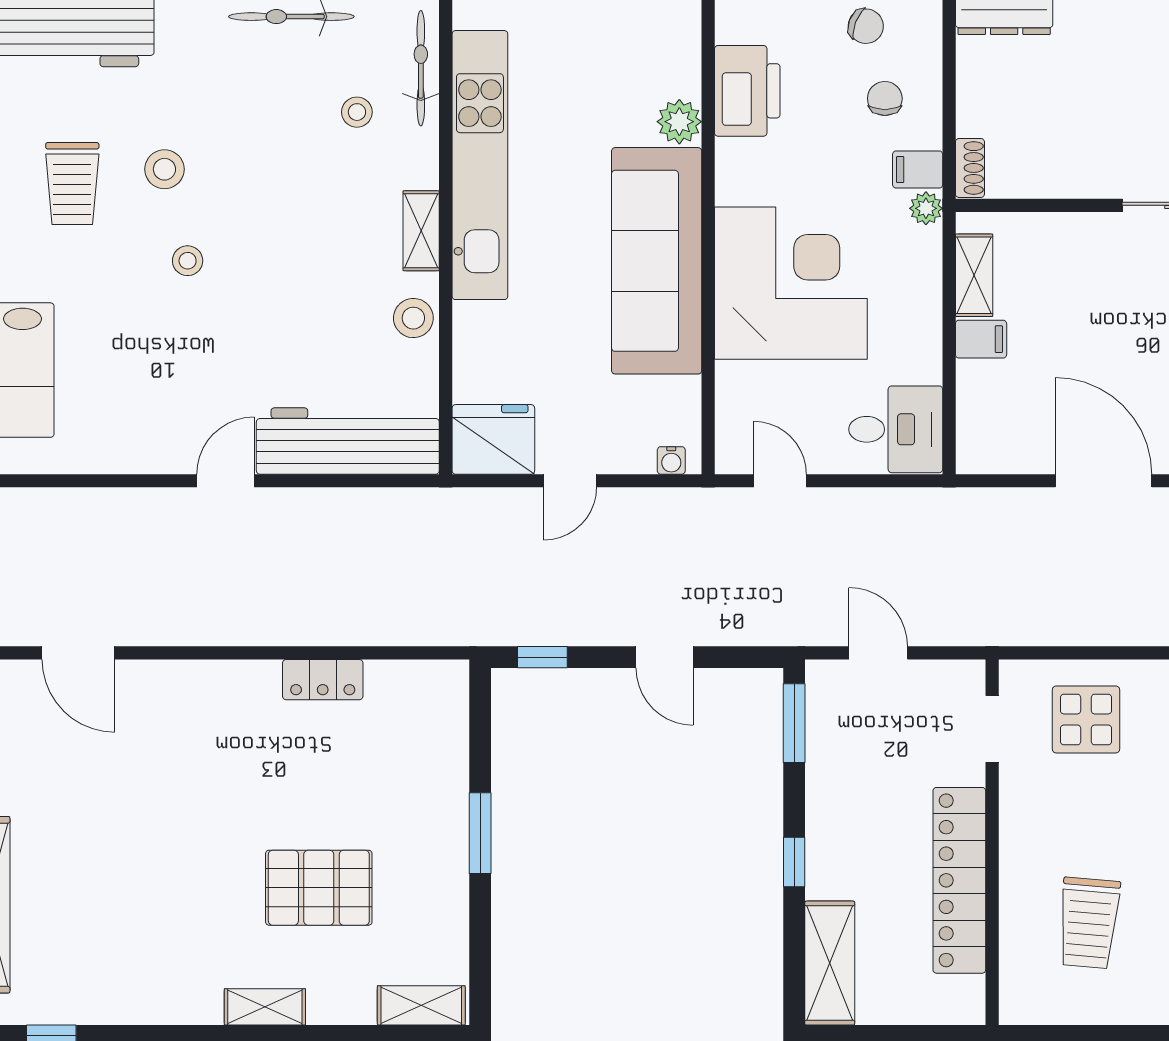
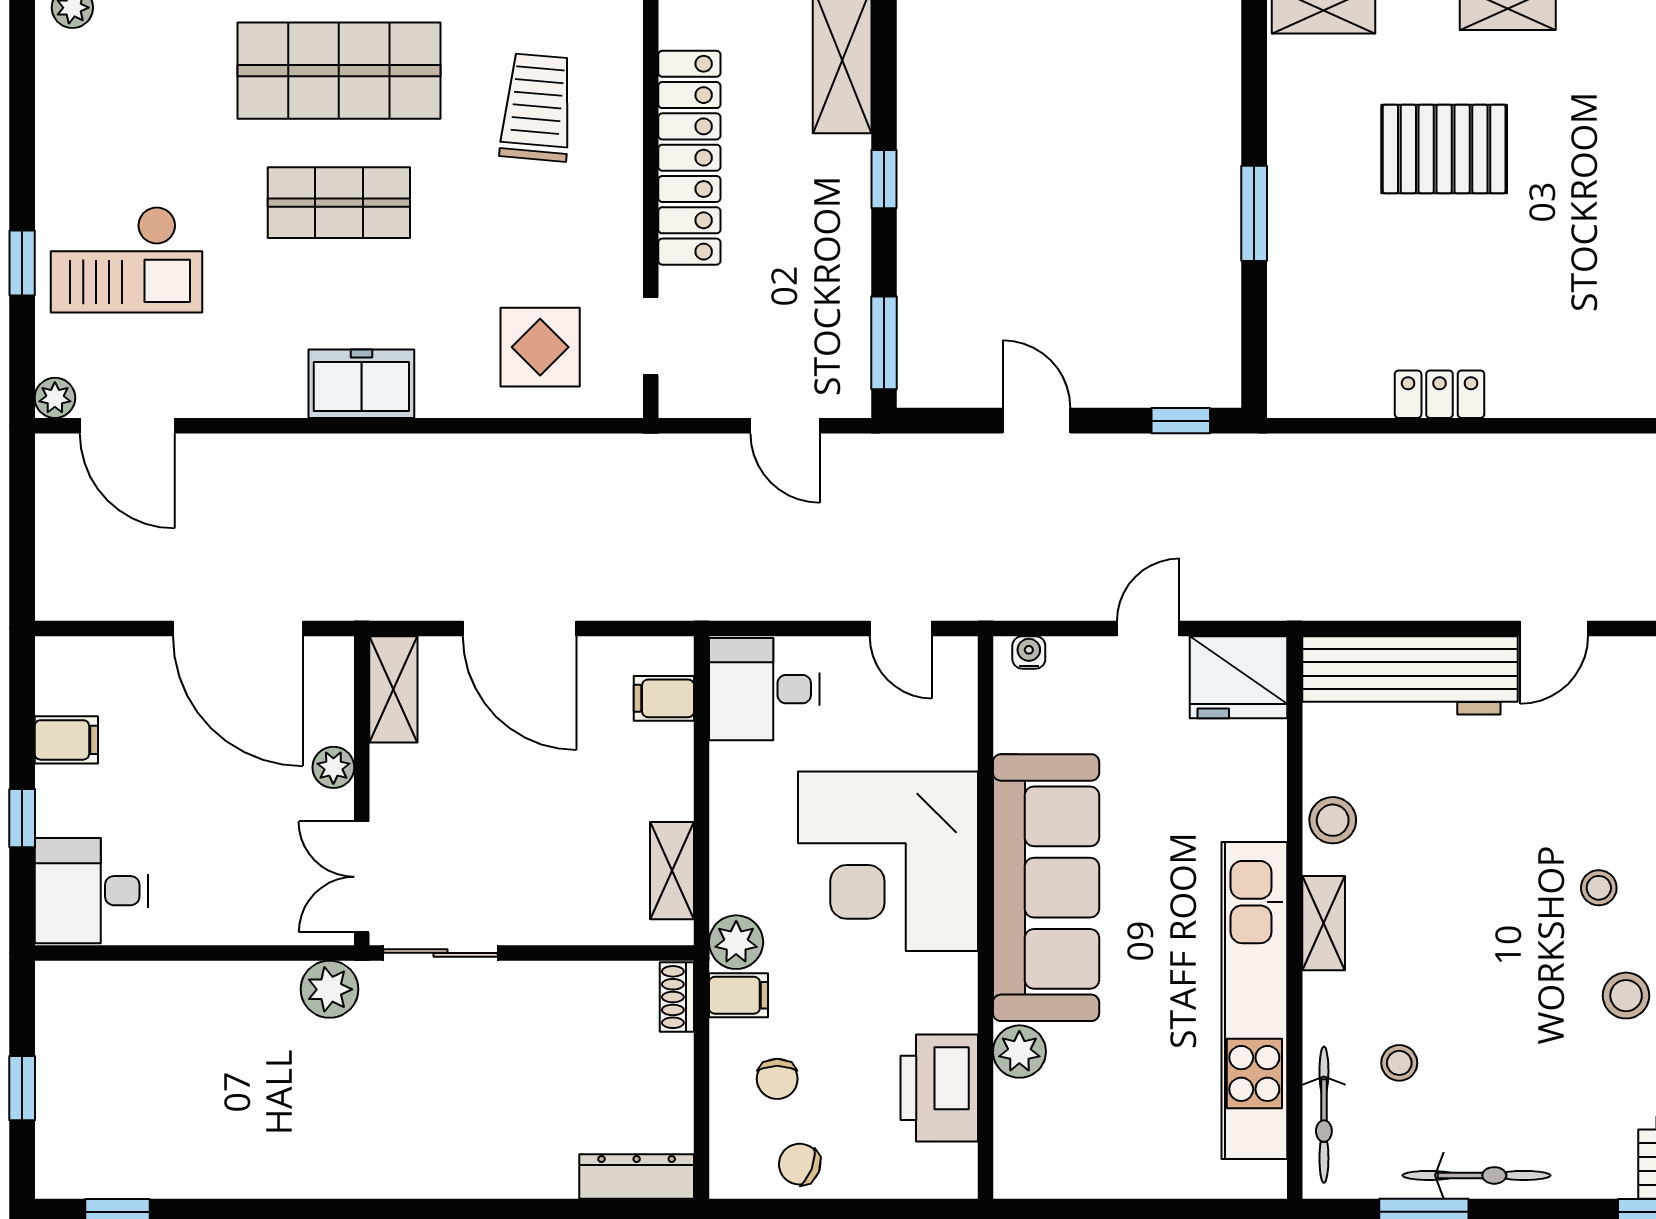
plant: (926, 208) -> (736, 942), width x1.38, depth x1.38
filing cabinet: (981, 339) -> (664, 698), moved

